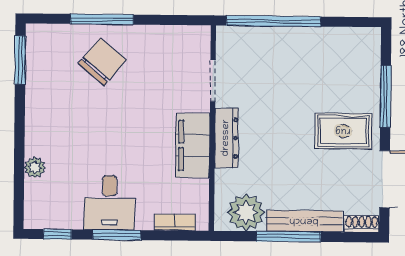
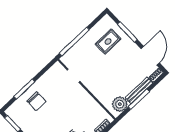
chair: (102, 62) -> (36, 101), turned 140
rug: (343, 131) -> (108, 41), moved
dresser: (226, 138) -> (93, 88), removed
filing cabinet: (193, 145) -> (86, 100), removed

